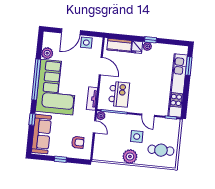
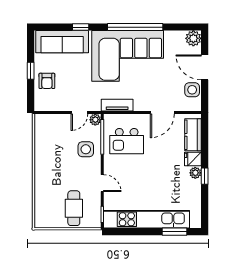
plant: (47, 53) -> (193, 38), moved
door: (148, 115) -> (102, 183), swing flipped
side table: (137, 136) -> (86, 149), moved
armchair: (78, 142) -> (47, 81), moved
cafe table: (161, 150) -> (74, 208), moved
plant: (130, 157) -> (44, 164), removed

